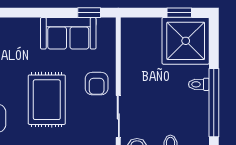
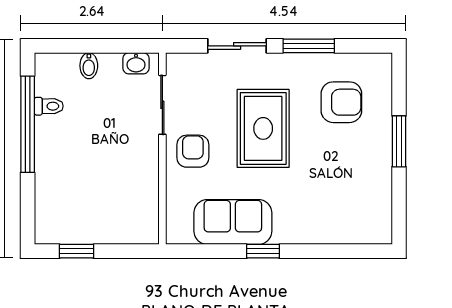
window: (89, 13) -> (263, 251), moved
shower: (186, 41) -> (67, 211), removed
toilet: (199, 84) -> (49, 106), moved

